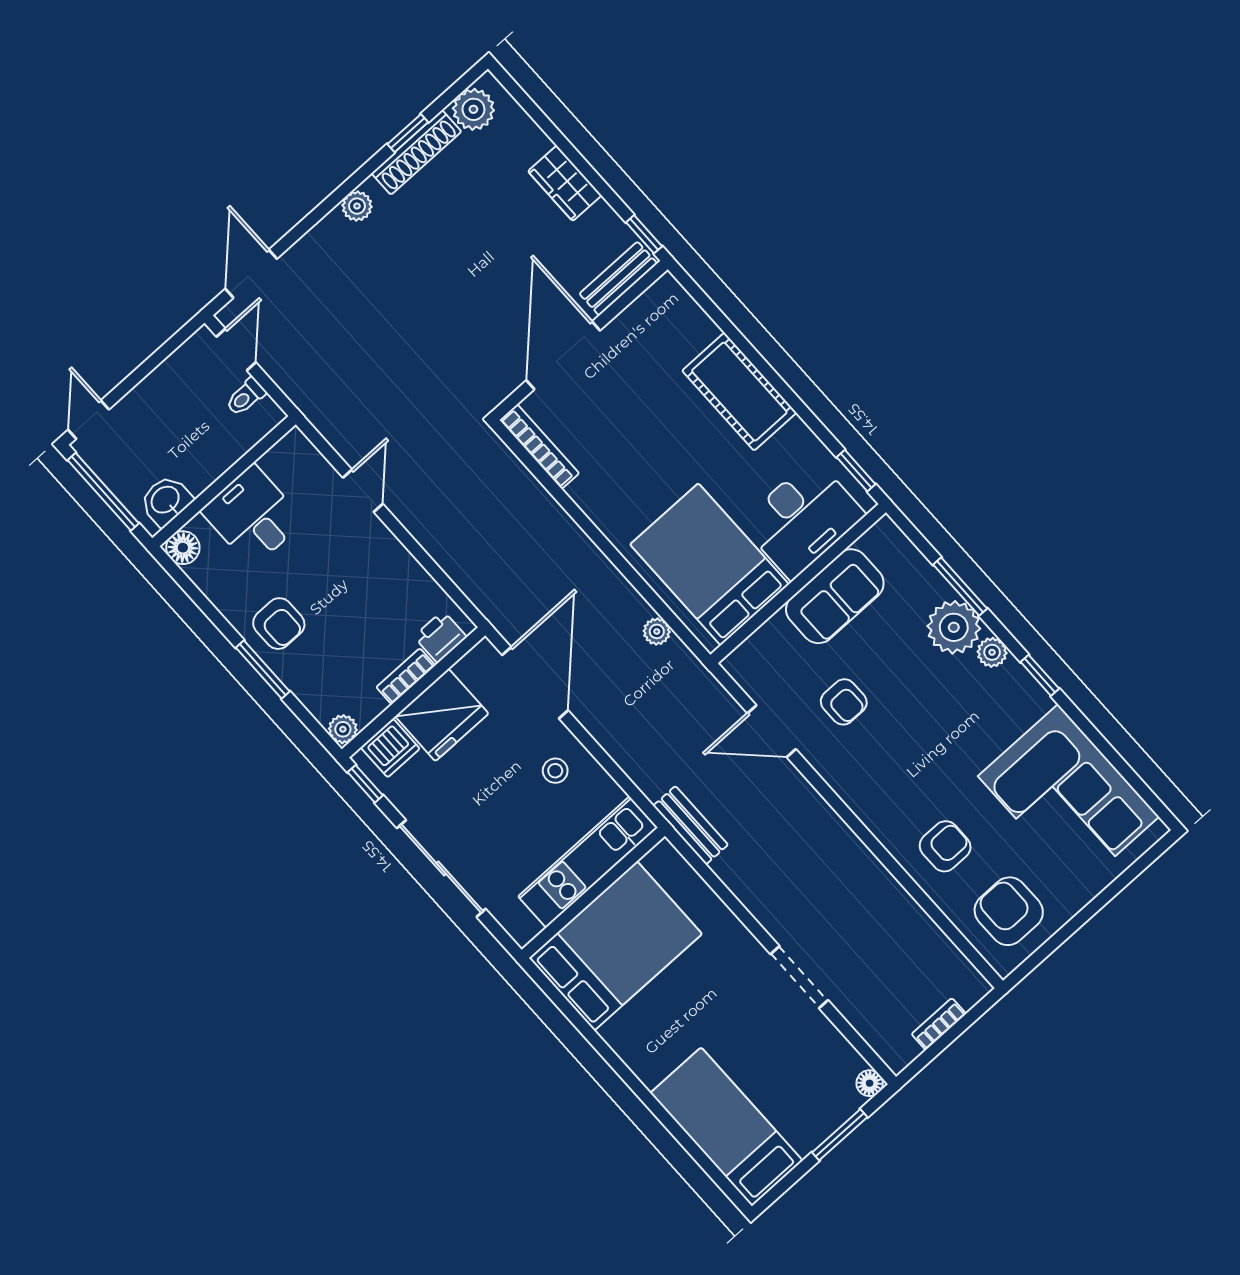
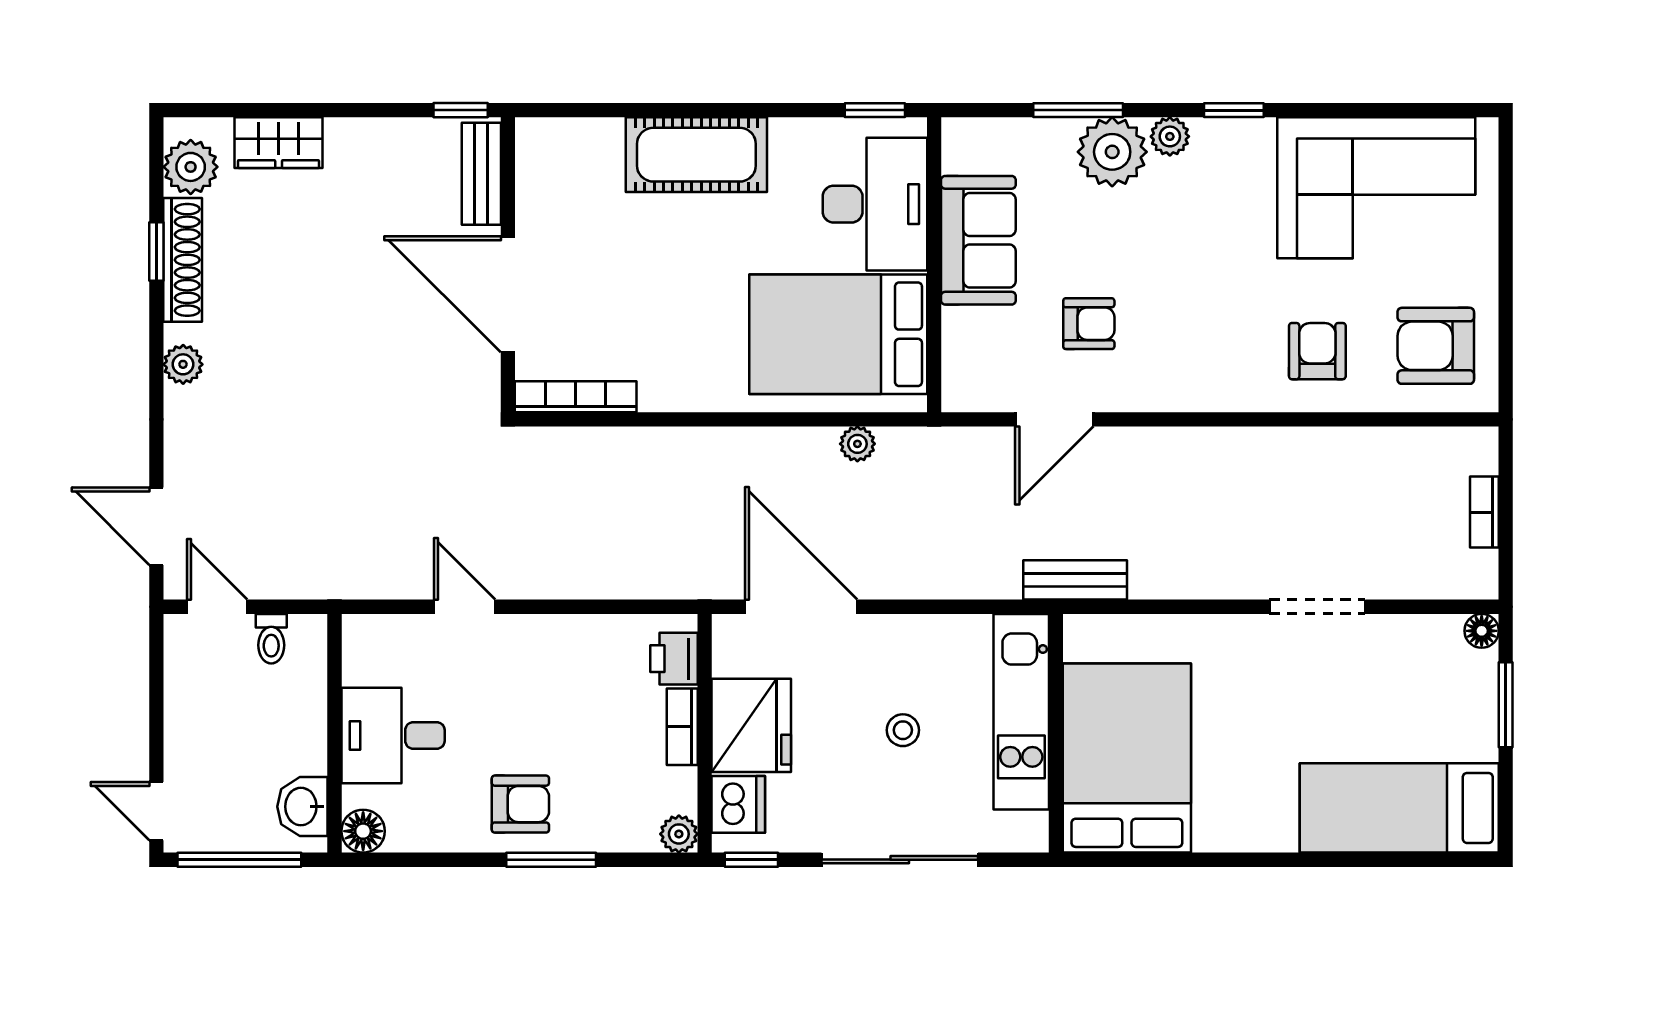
wardrobe: (565, 183) -> (279, 143), moved
stool: (555, 771) -> (903, 730), moved

